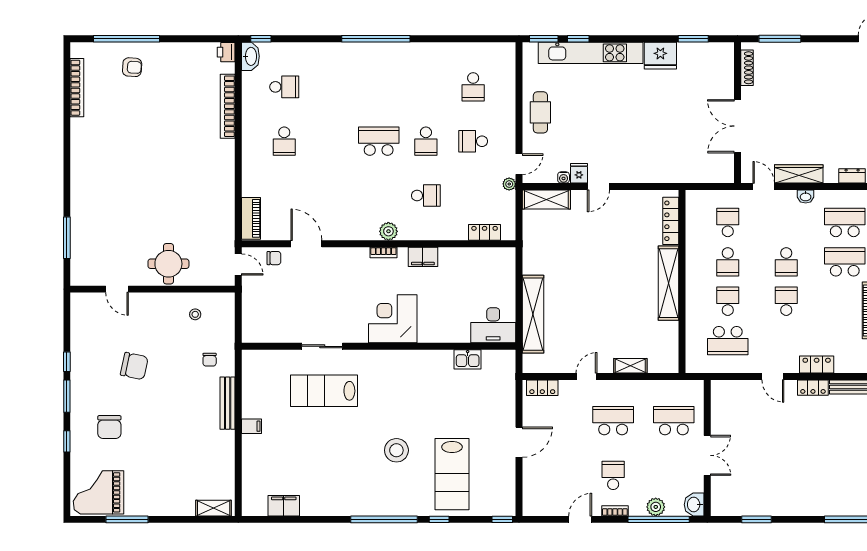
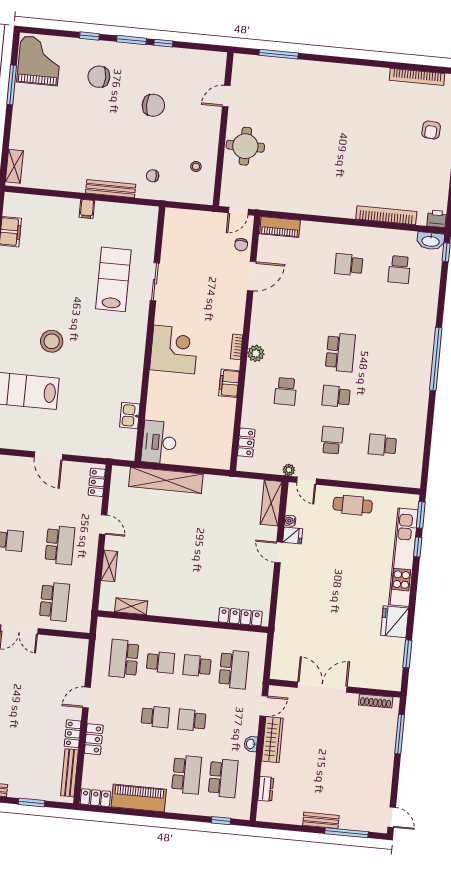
school desk: (728, 222) -> (234, 669), width x1.85
shelving: (669, 283) -> (131, 606), moved, width x0.45, depth x0.75
chair: (134, 366) -> (153, 105), turned -102

